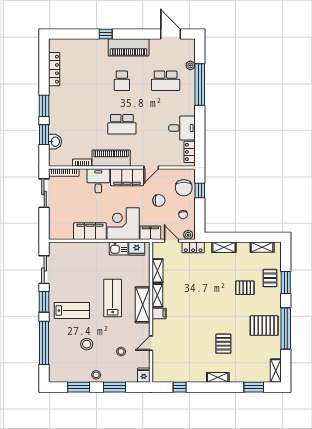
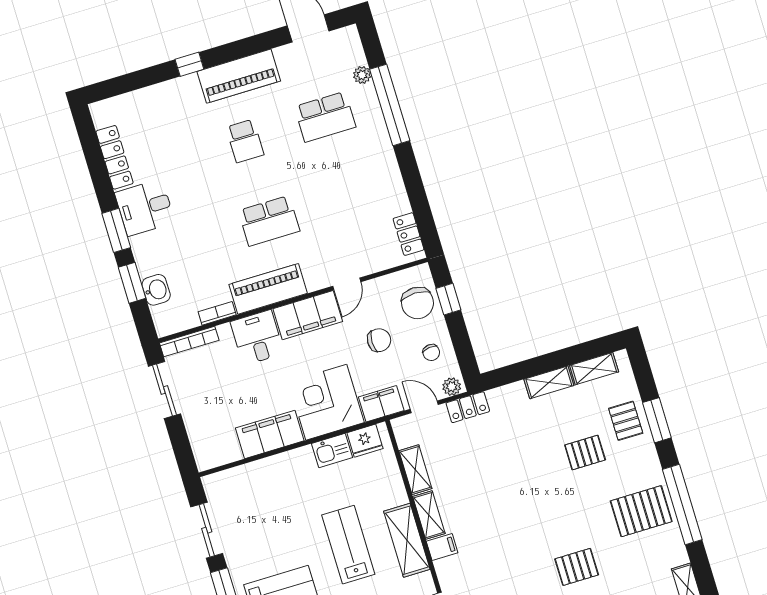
desk: (182, 128) -> (145, 208), moved, turned 180
shelving: (224, 247) -> (549, 382), moved
pallet: (223, 344) -> (577, 567), turned 90

